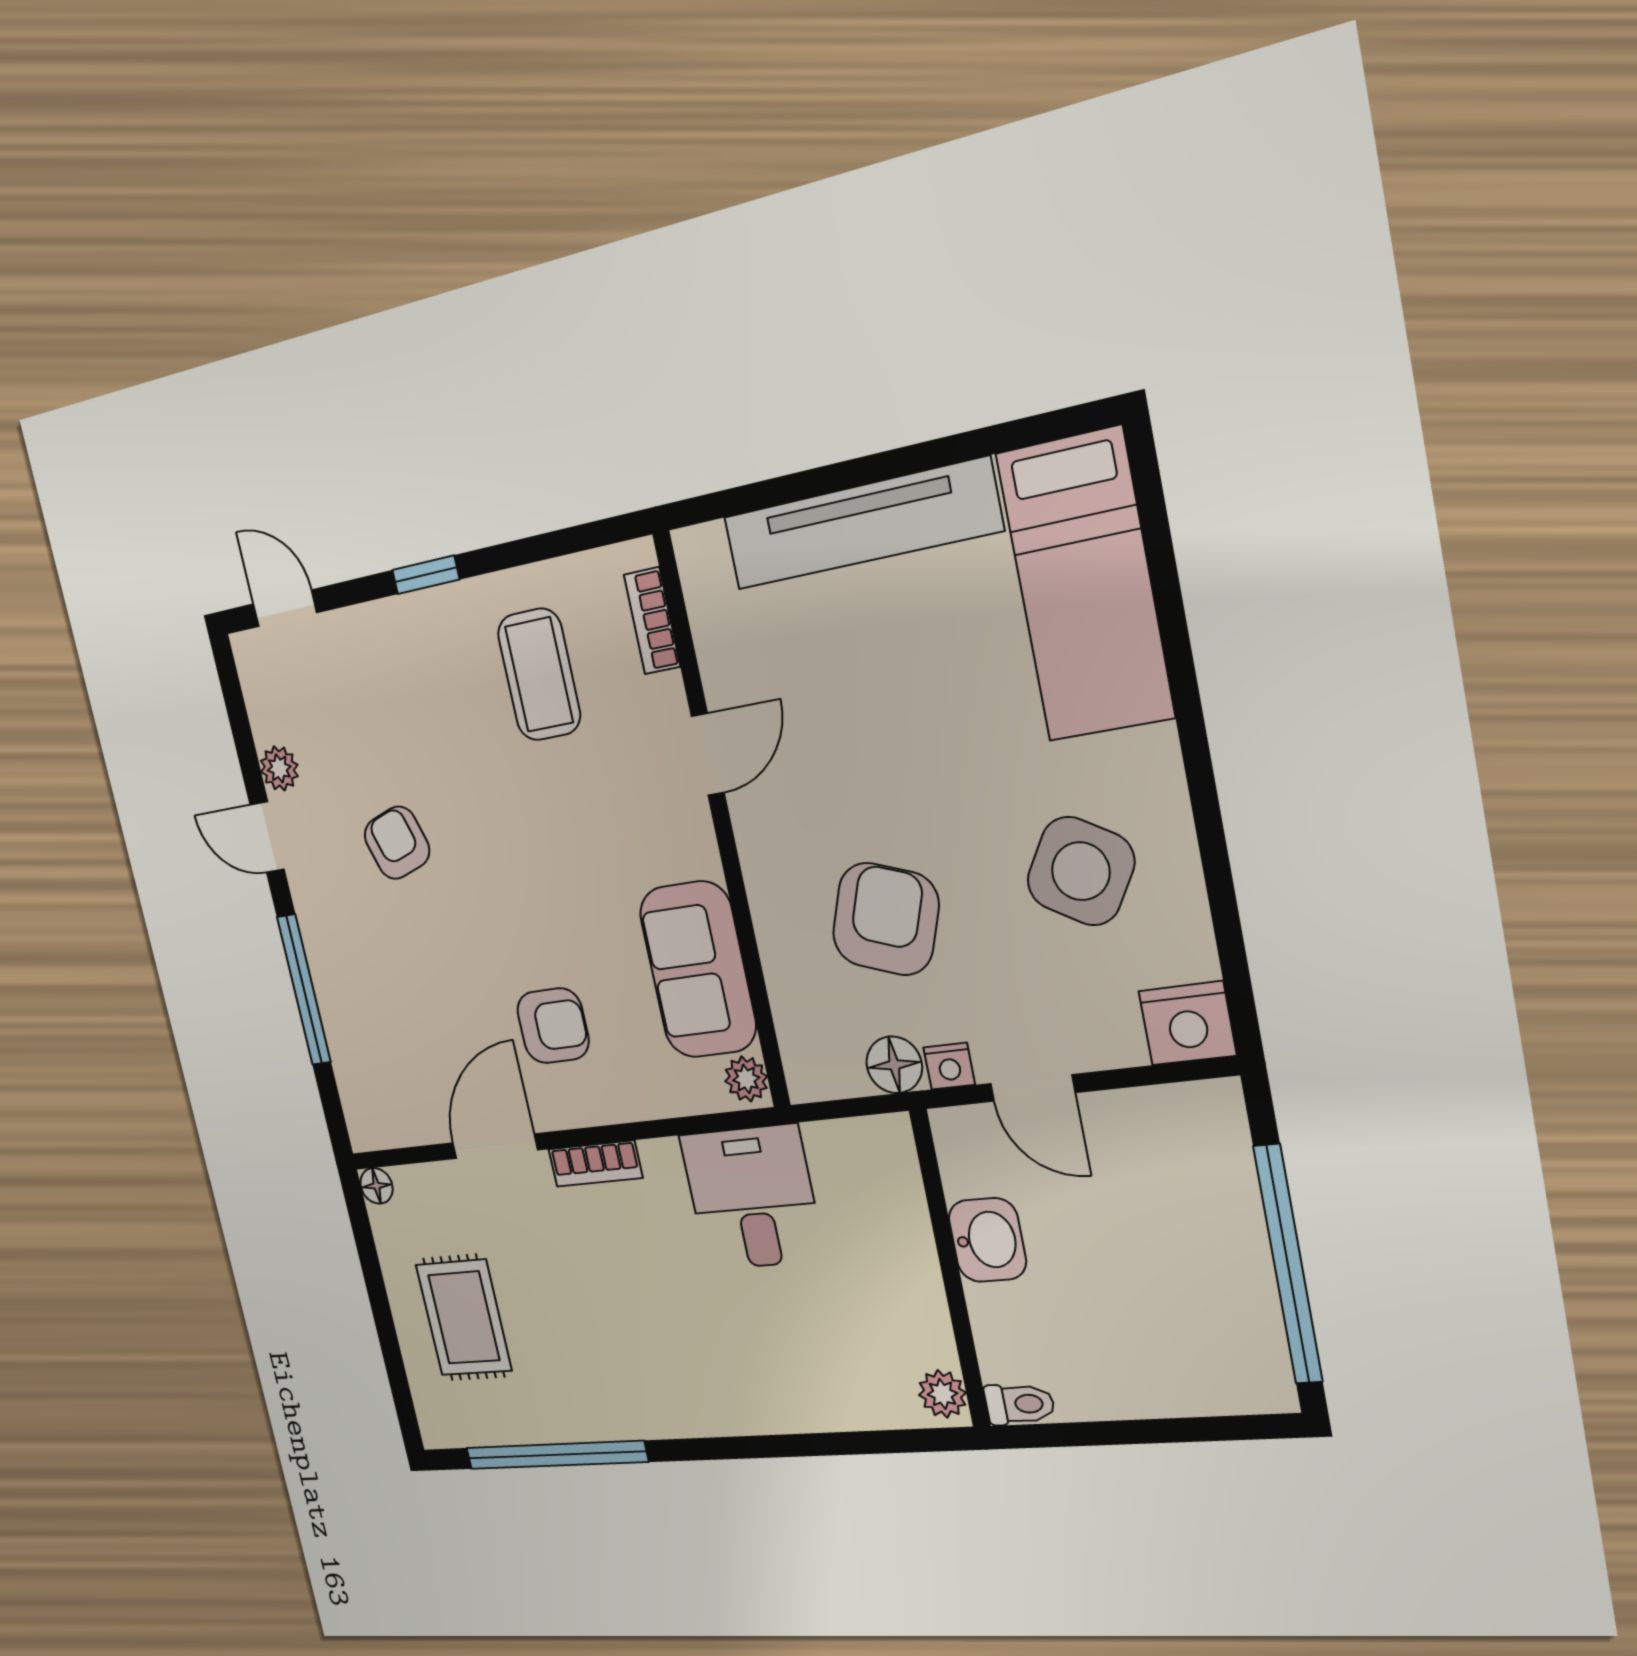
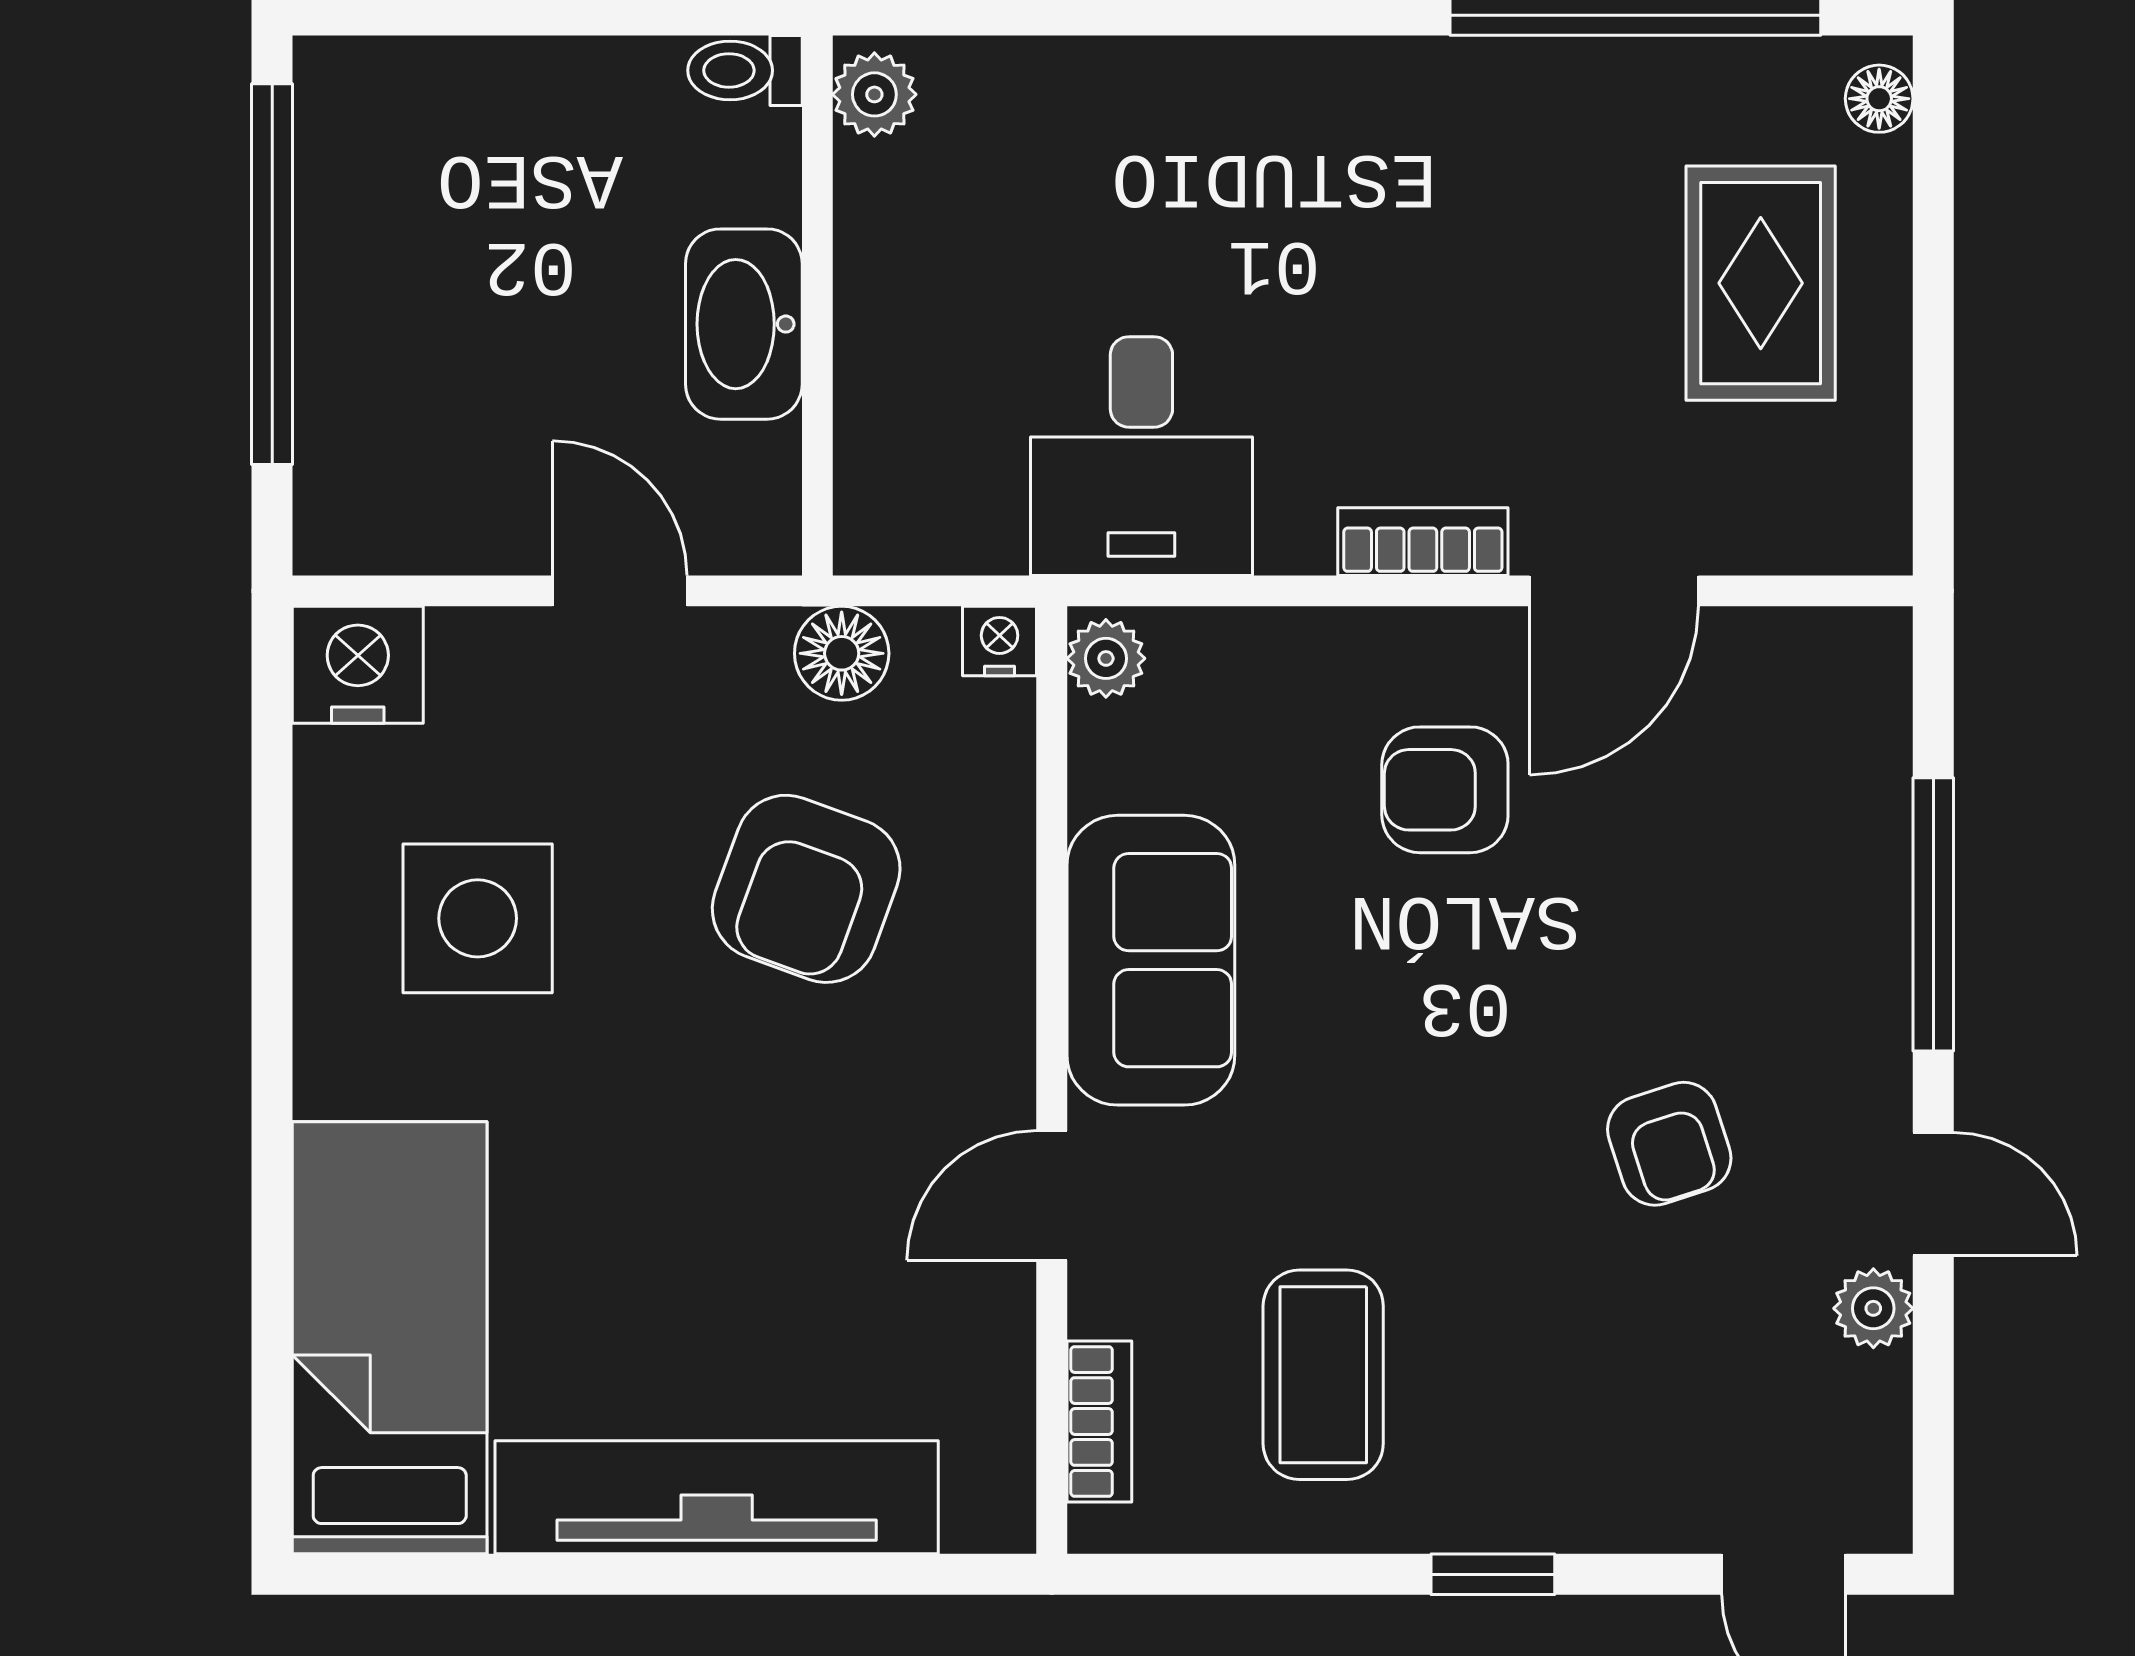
side table: (1081, 871) -> (478, 918), turned -31
sofa: (698, 970) -> (1151, 960), moved
nightstand: (949, 1066) -> (1000, 641), moved
floor lamp: (377, 1186) -> (1879, 99), moved
washbasin: (987, 1240) -> (744, 324), width x1.38

